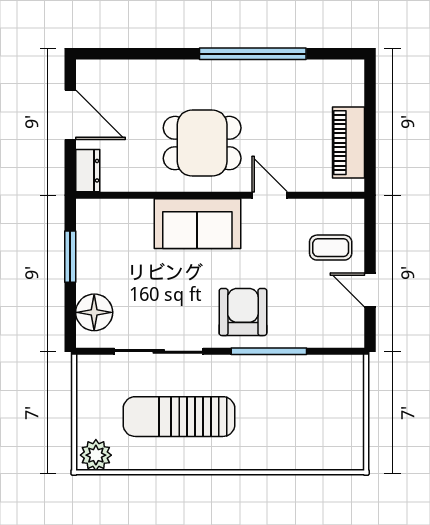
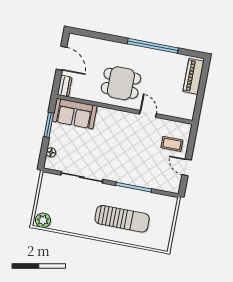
piano: (349, 143) -> (194, 76), moved
sofa: (197, 224) -> (75, 114), moved
floor lamp: (94, 312) -> (51, 152), width x0.53, depth x0.53
armchair: (243, 312) -> (125, 166), removed
sun lounger: (179, 417) -> (122, 219), moved, turned 180

